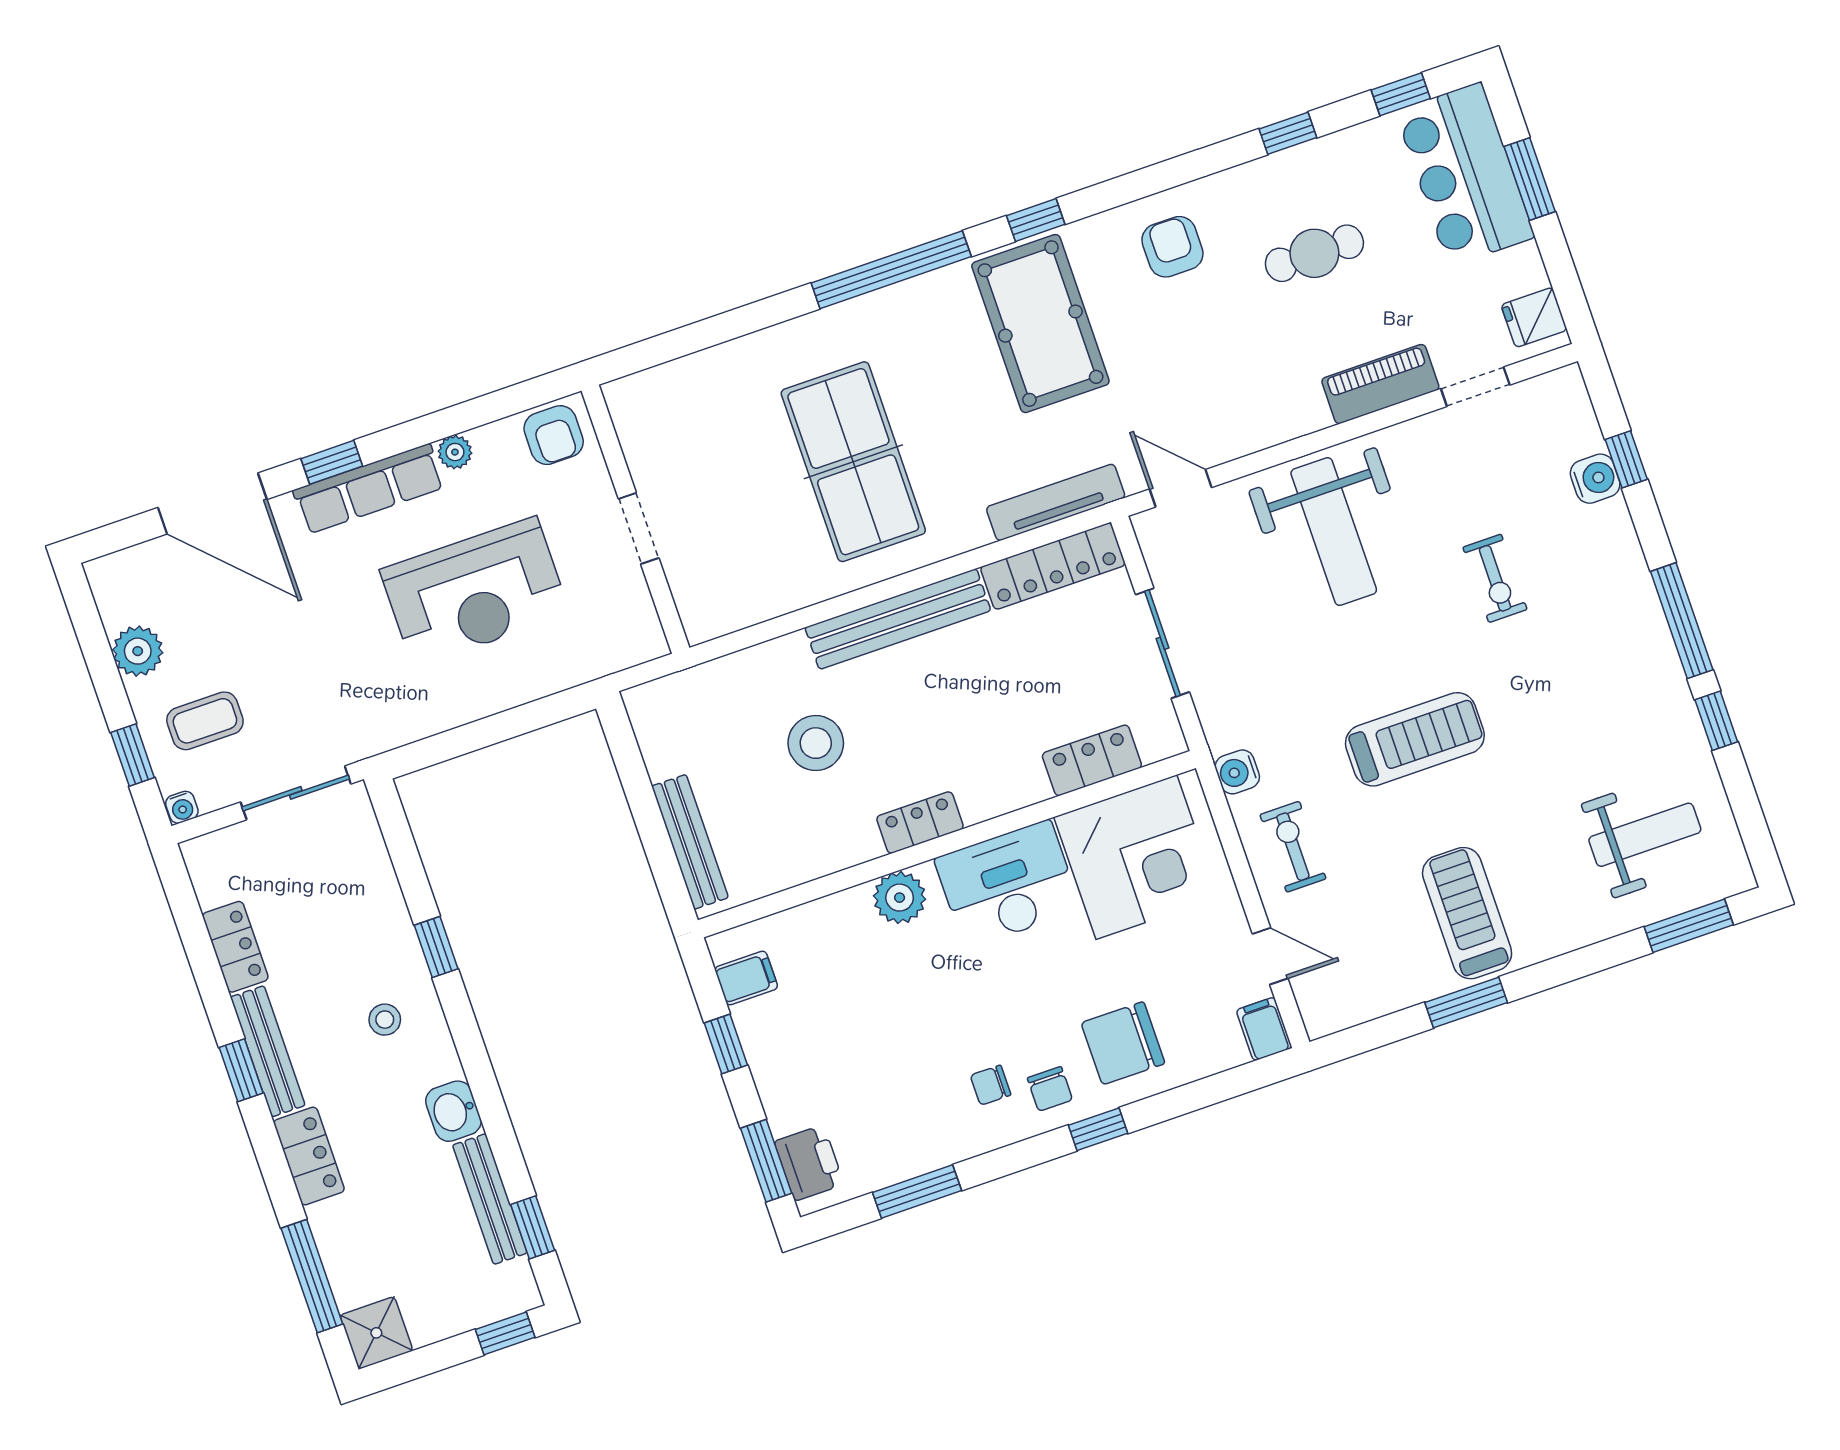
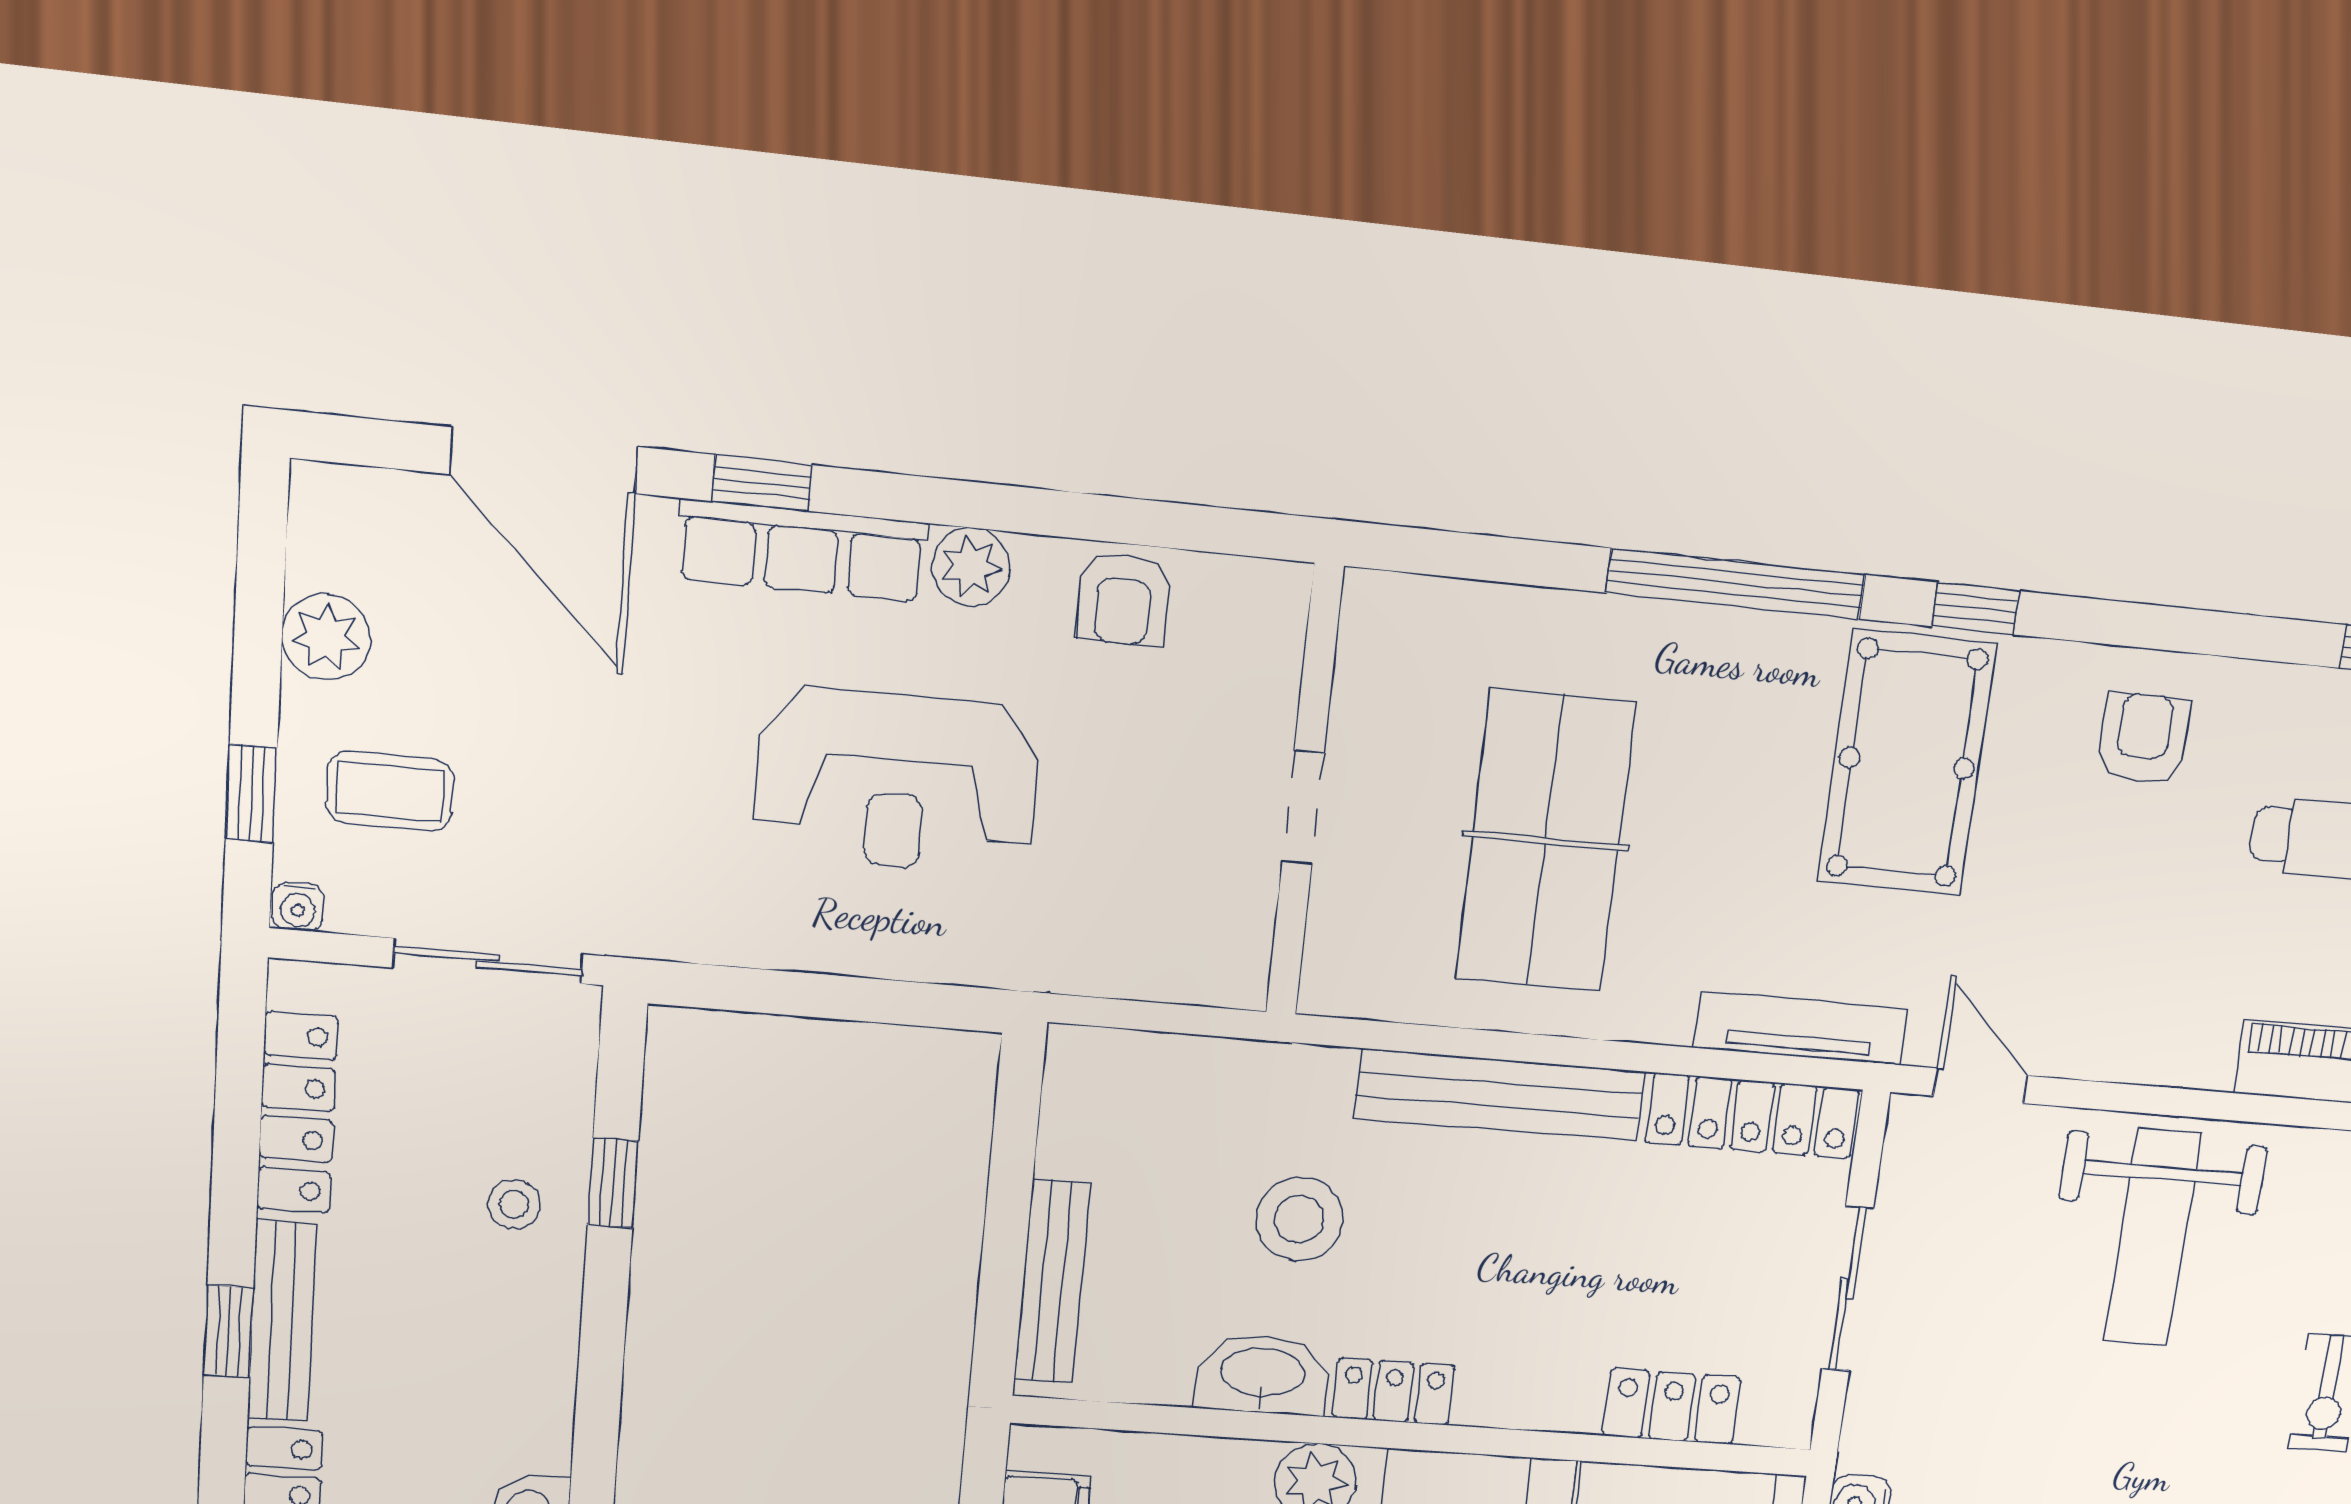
plant: (455, 452) -> (971, 567), width x1.38, depth x1.38
wall: (635, 519) -> (1305, 792), moved
doorway: (639, 528) -> (1303, 807), moved
washbasin: (838, 845) -> (1262, 1374), added
locker: (235, 947) -> (297, 1113), width x1.53
window: (436, 947) -> (613, 1183), moved
stool: (385, 1020) -> (514, 1204), moved

